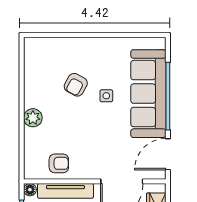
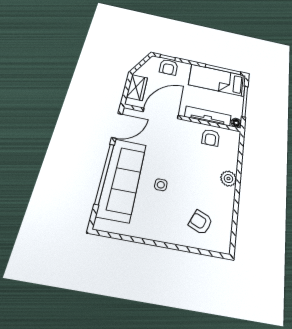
armchair: (76, 85) -> (201, 222), moved, turned -97
armchair: (59, 163) -> (211, 138), turned -90

